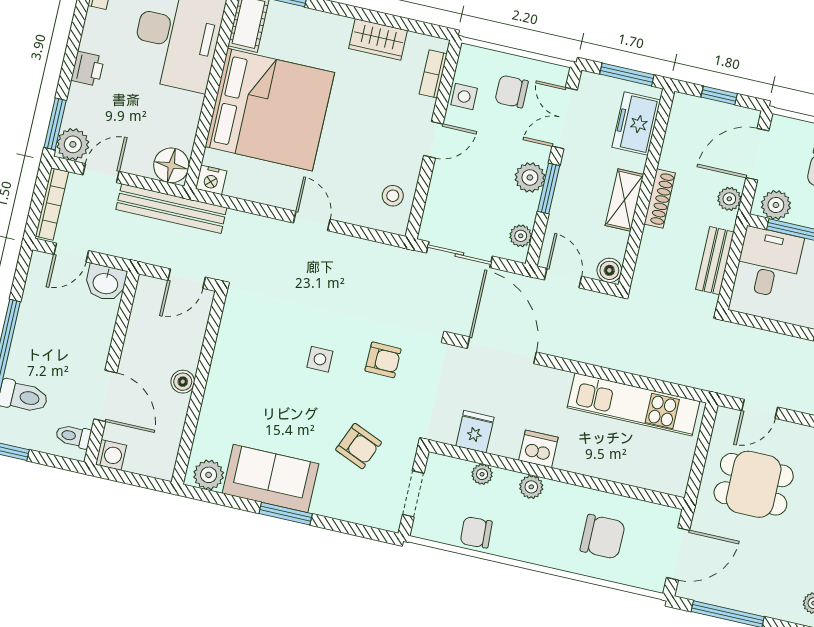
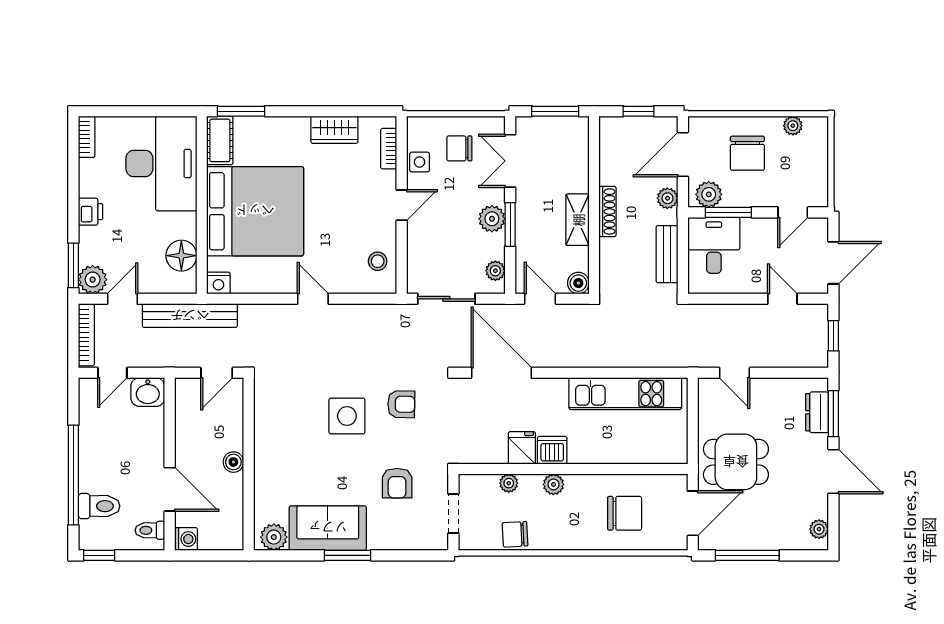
freezer: (636, 124) -> (573, 152), removed
floor lamp: (171, 165) -> (181, 256), moved
side table: (320, 359) -> (347, 416), width x1.87, depth x1.87
door: (760, 409) -> (735, 373), hinge flipped
fridge: (475, 432) -> (522, 448), moved
armchair: (359, 446) -> (397, 483), turned 67
dining table: (754, 484) -> (736, 462), moved

